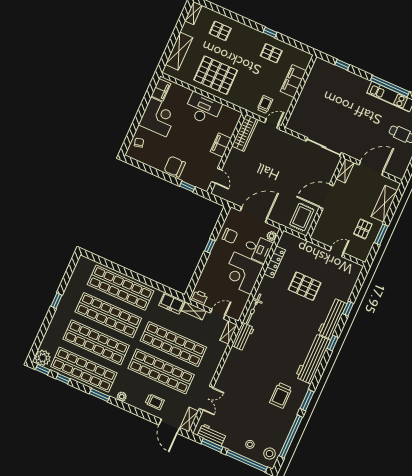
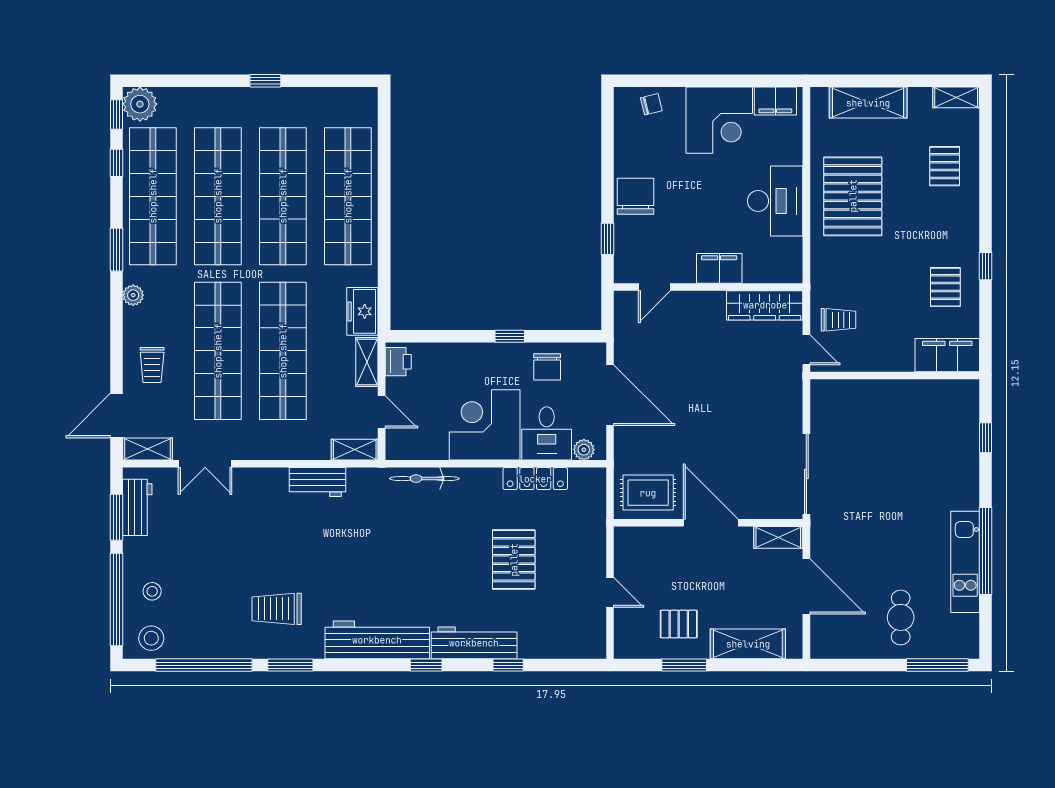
filing cabinet: (293, 81) -> (947, 355), moved
workbench: (243, 337) -> (318, 482), moved

